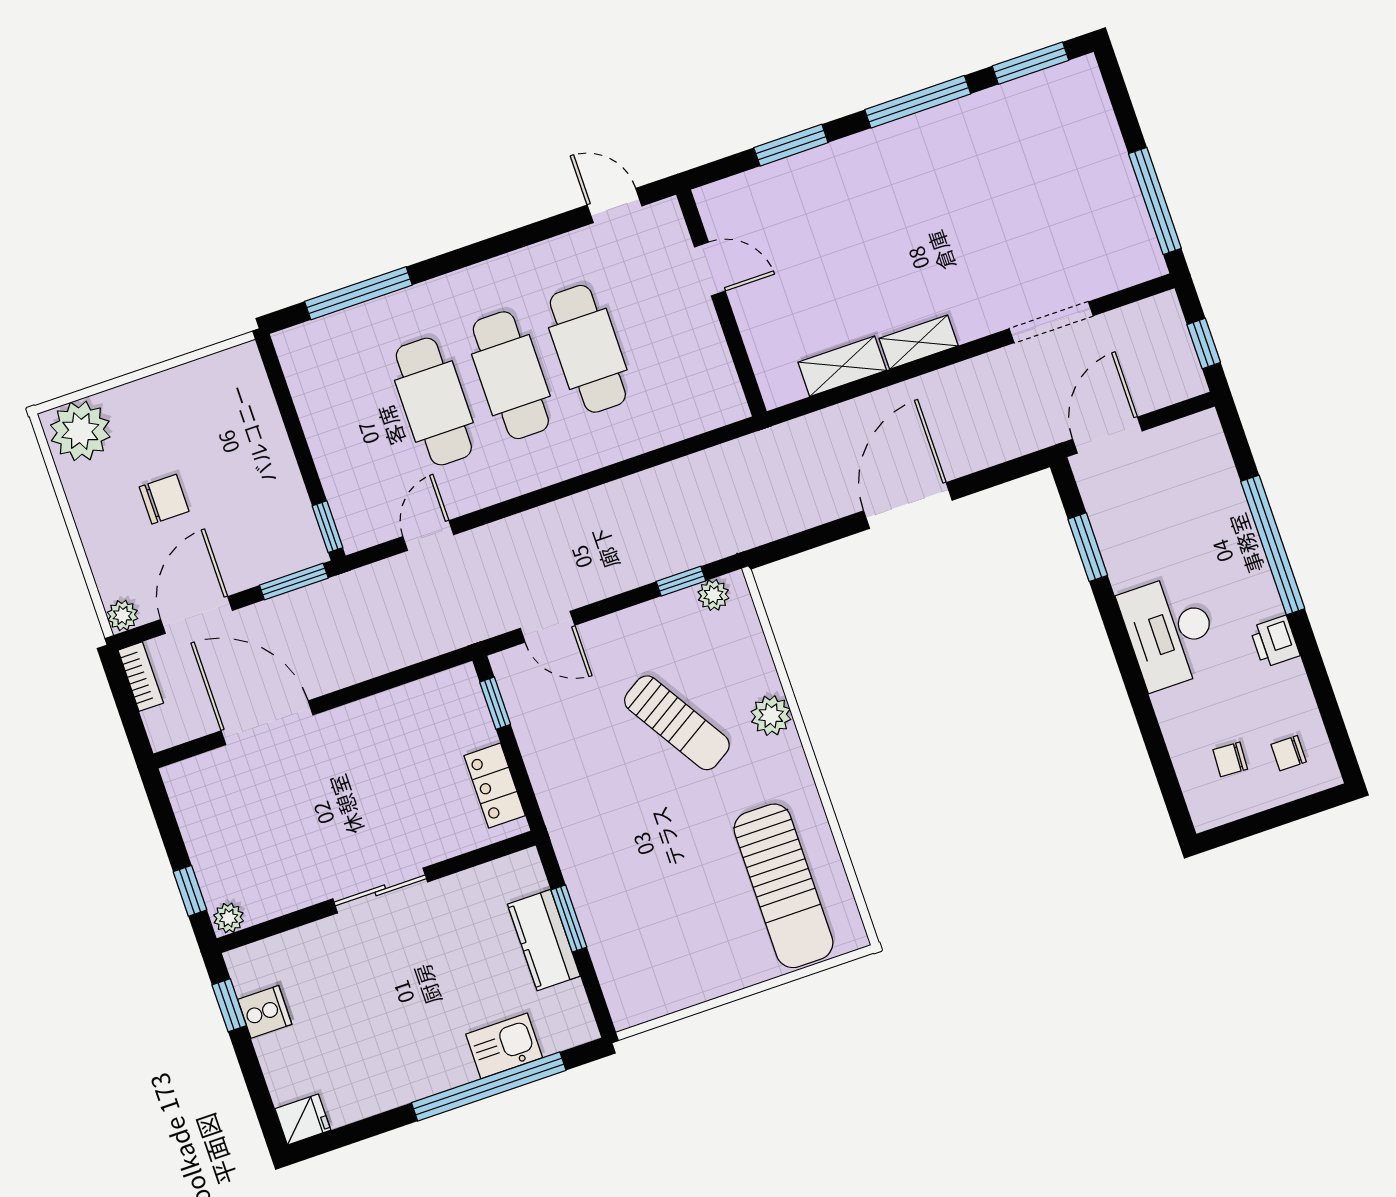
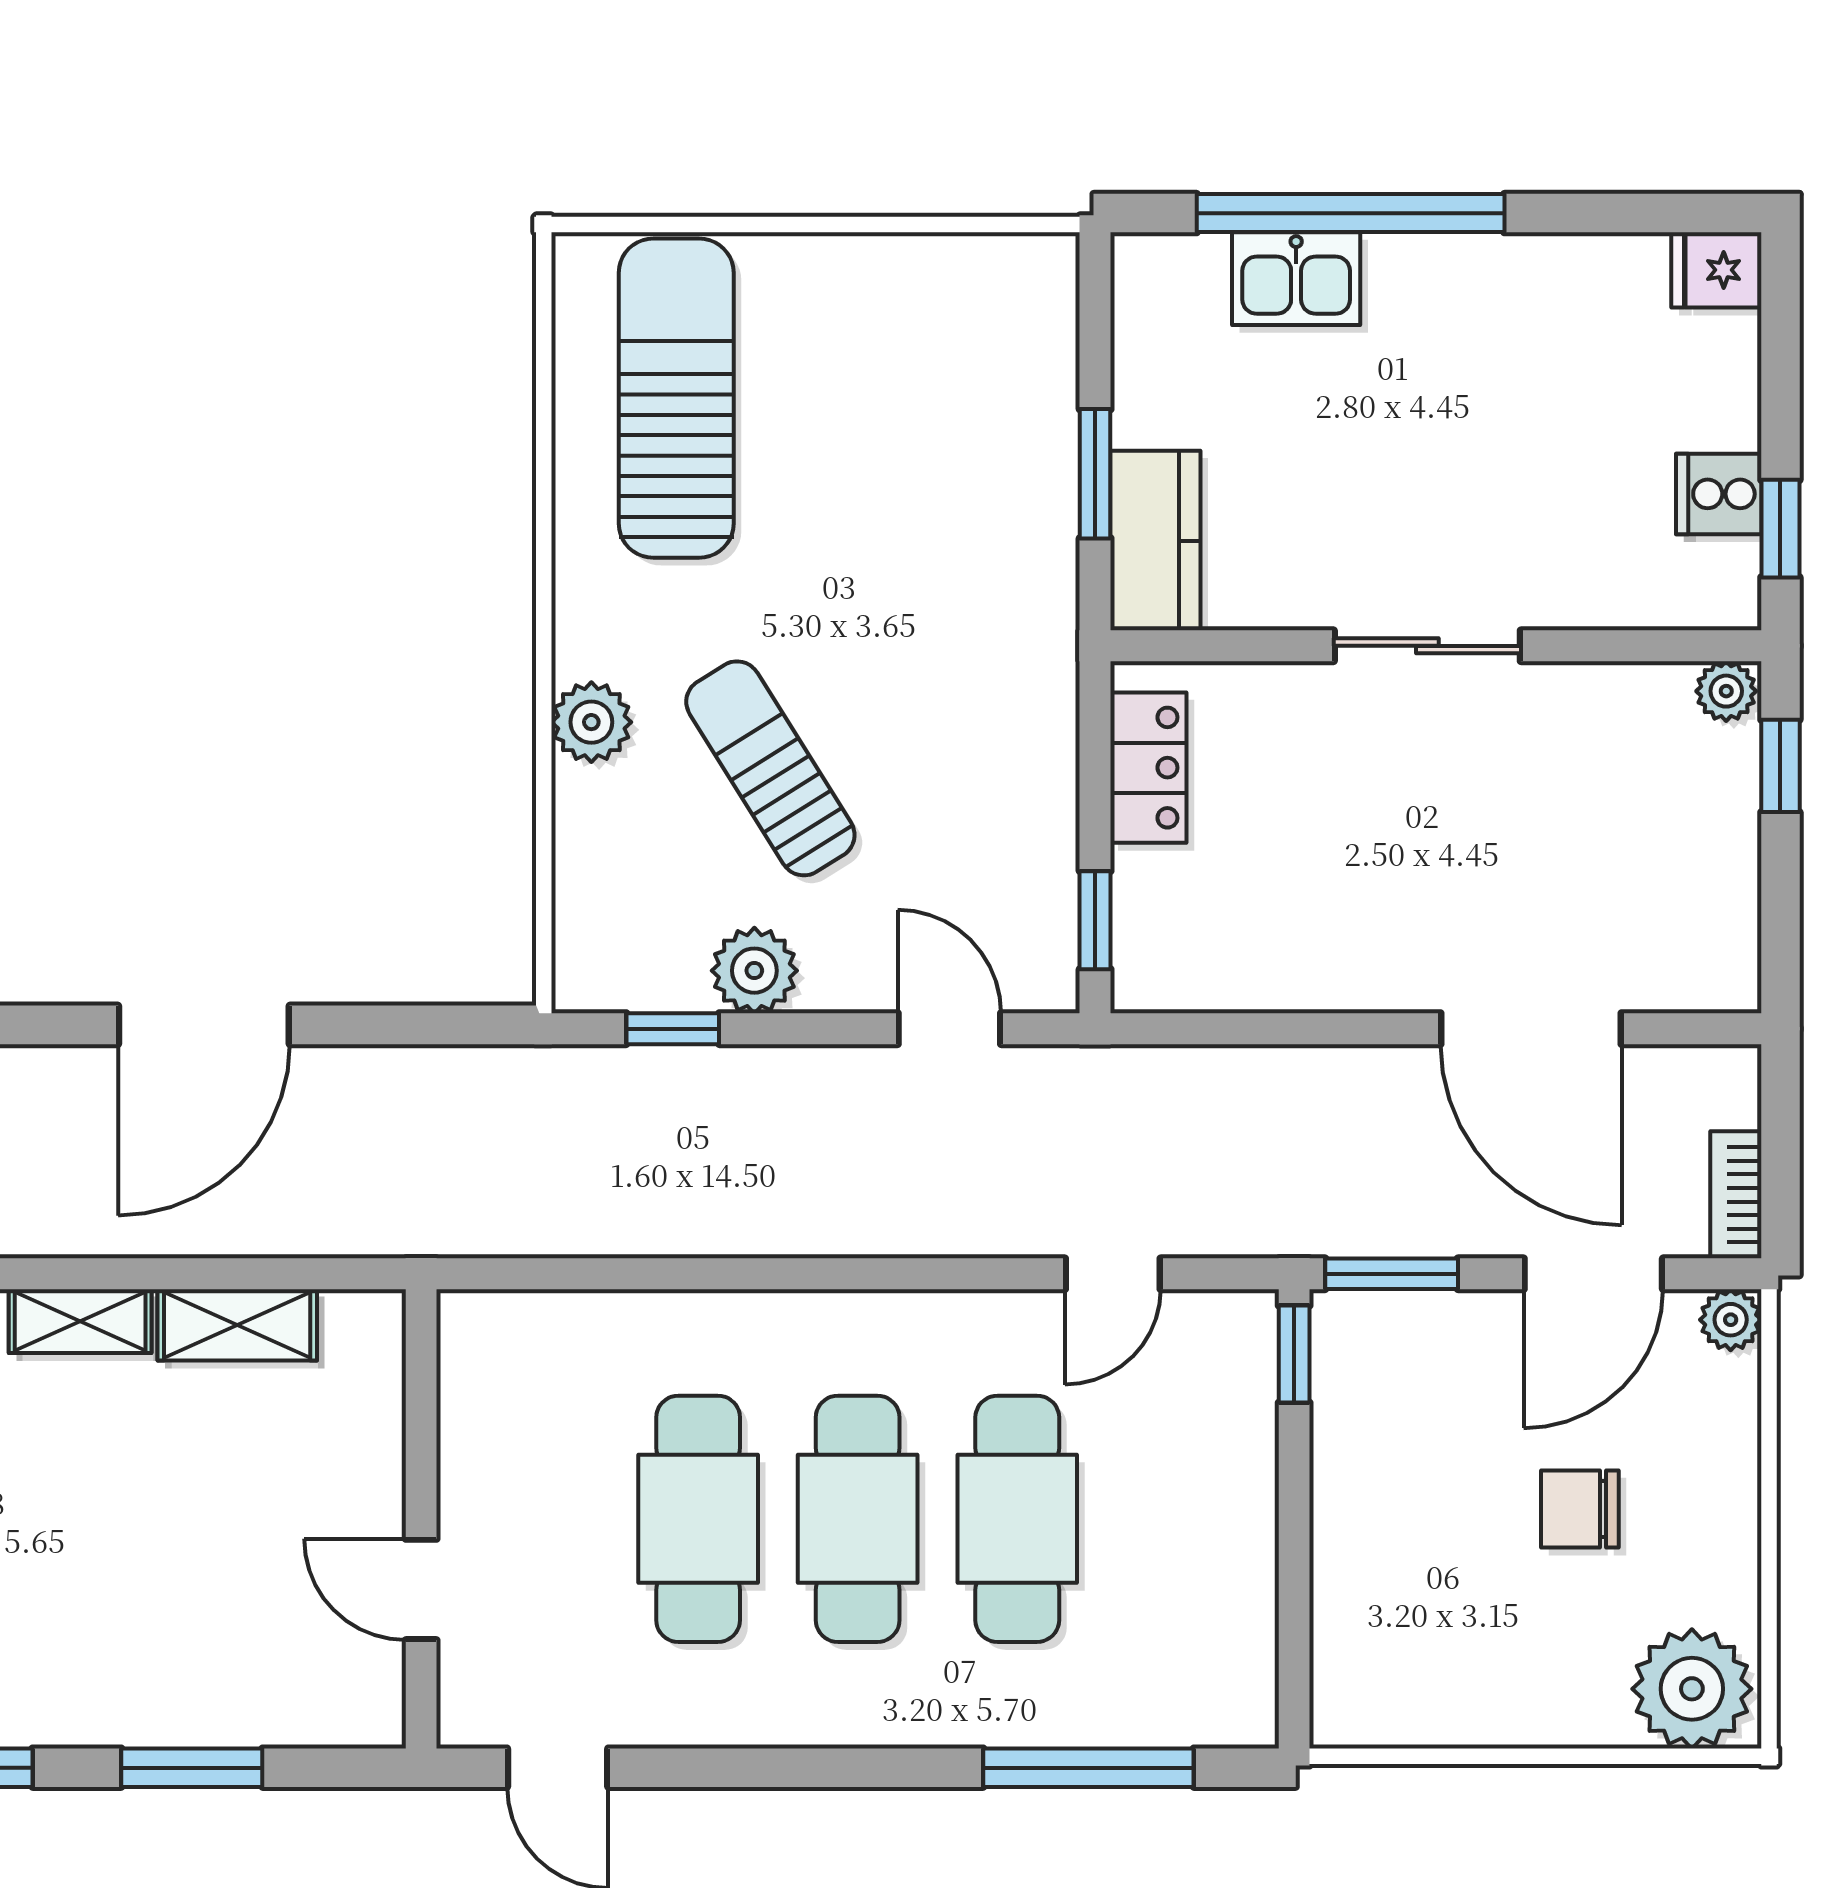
plant: (713, 595) -> (754, 971), moved, width x1.38, depth x1.38
kitchen counter: (544, 940) -> (1155, 541), moved

